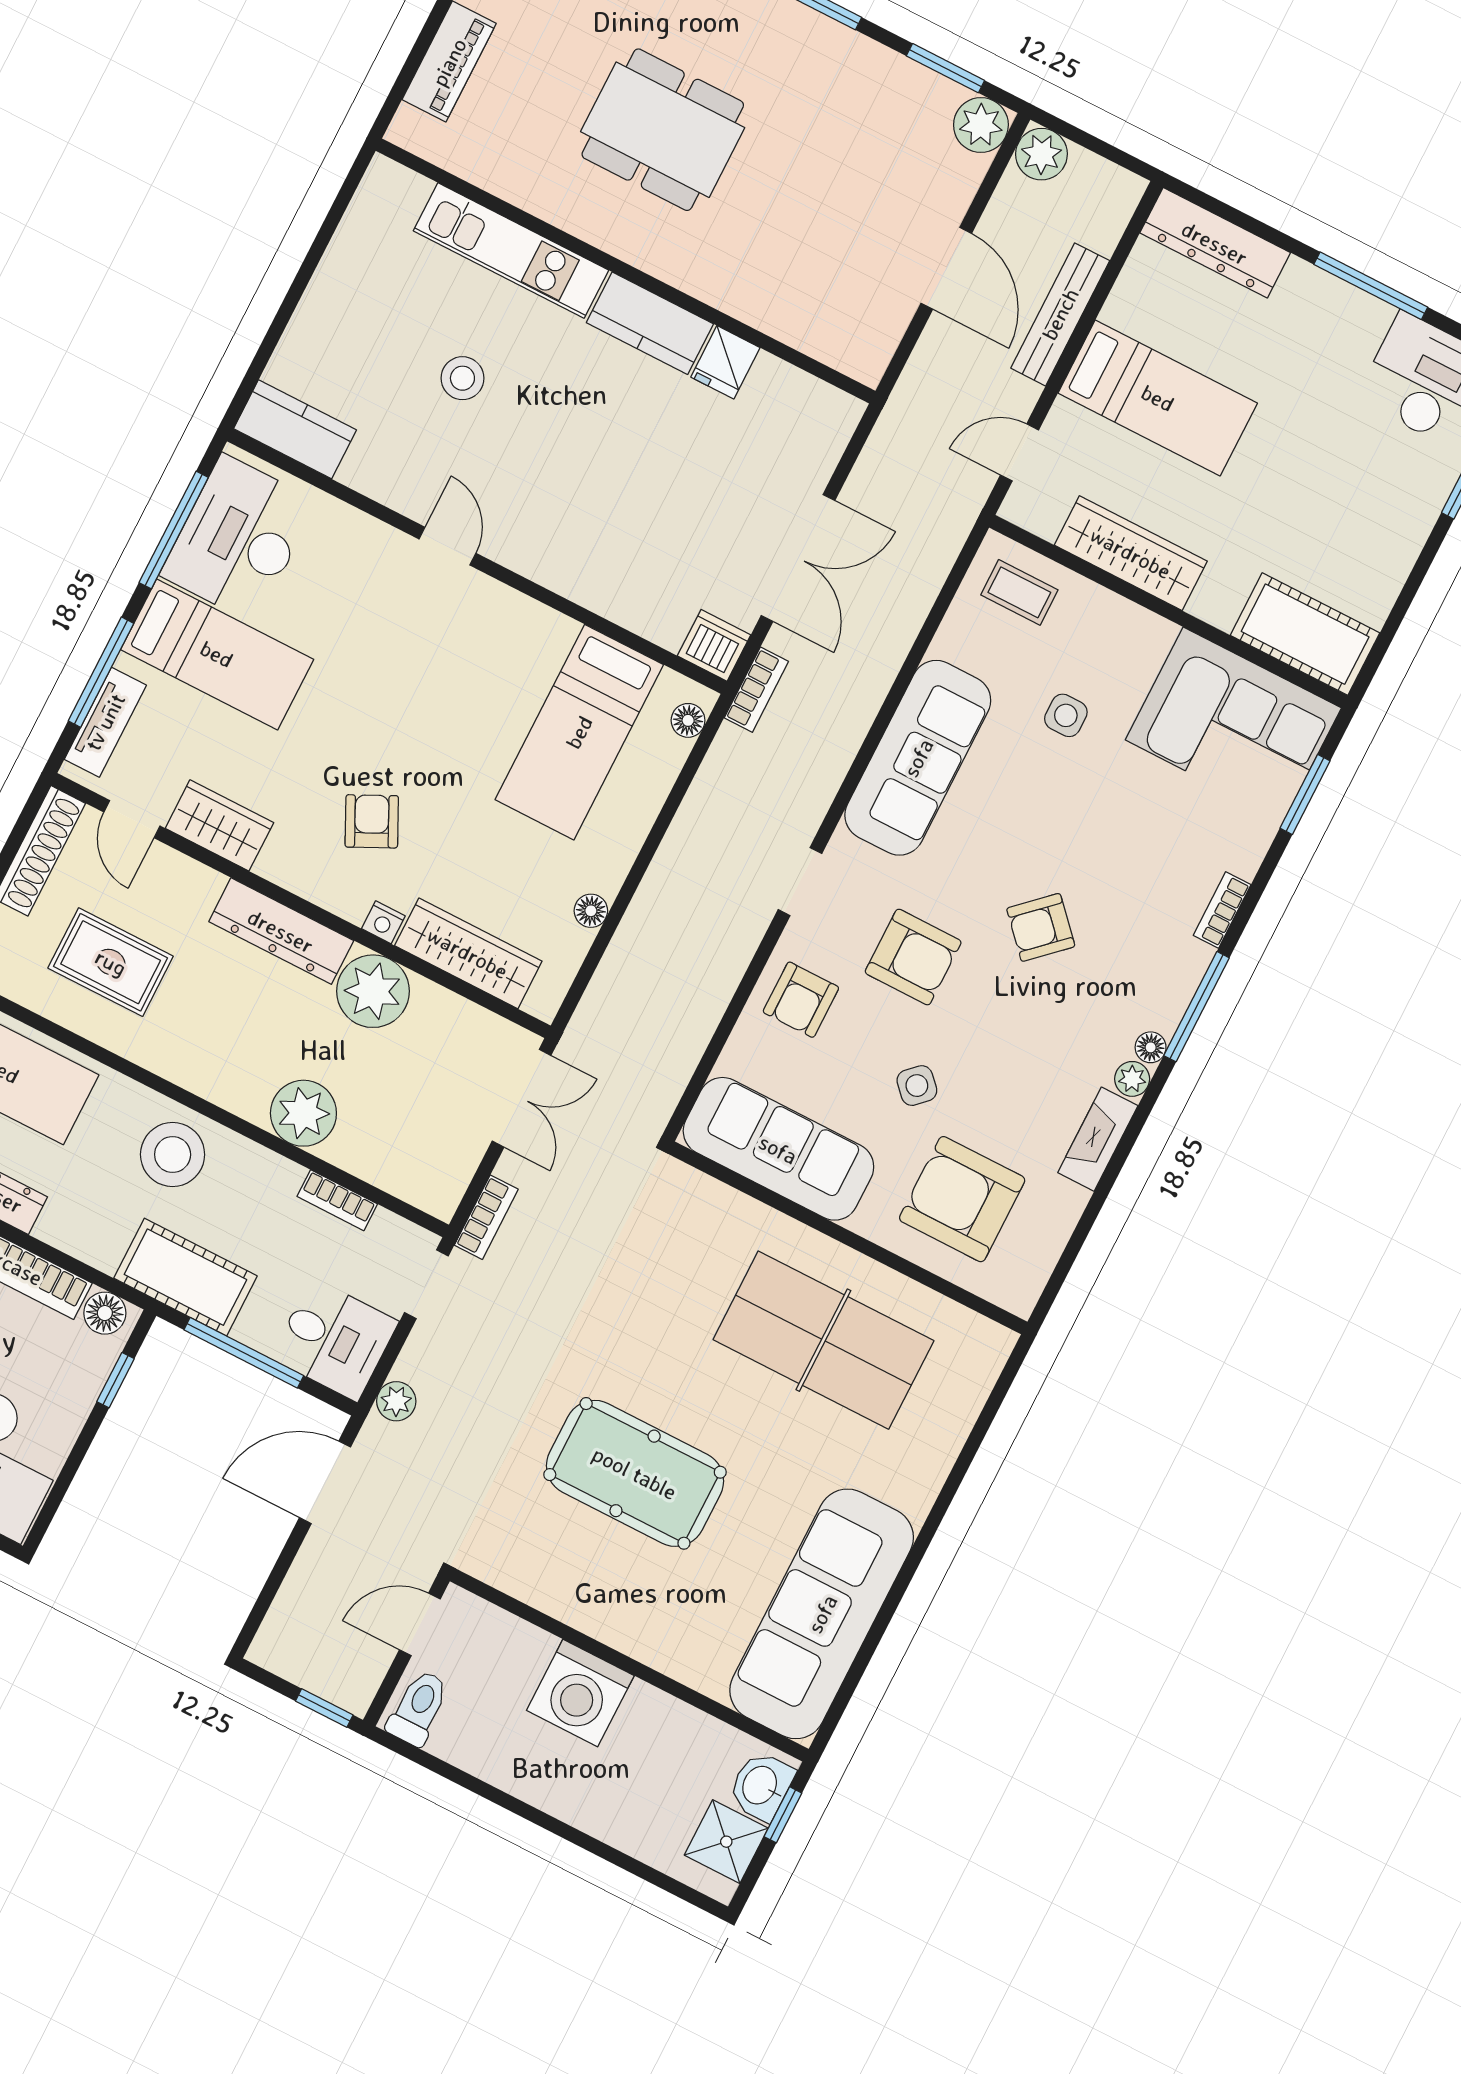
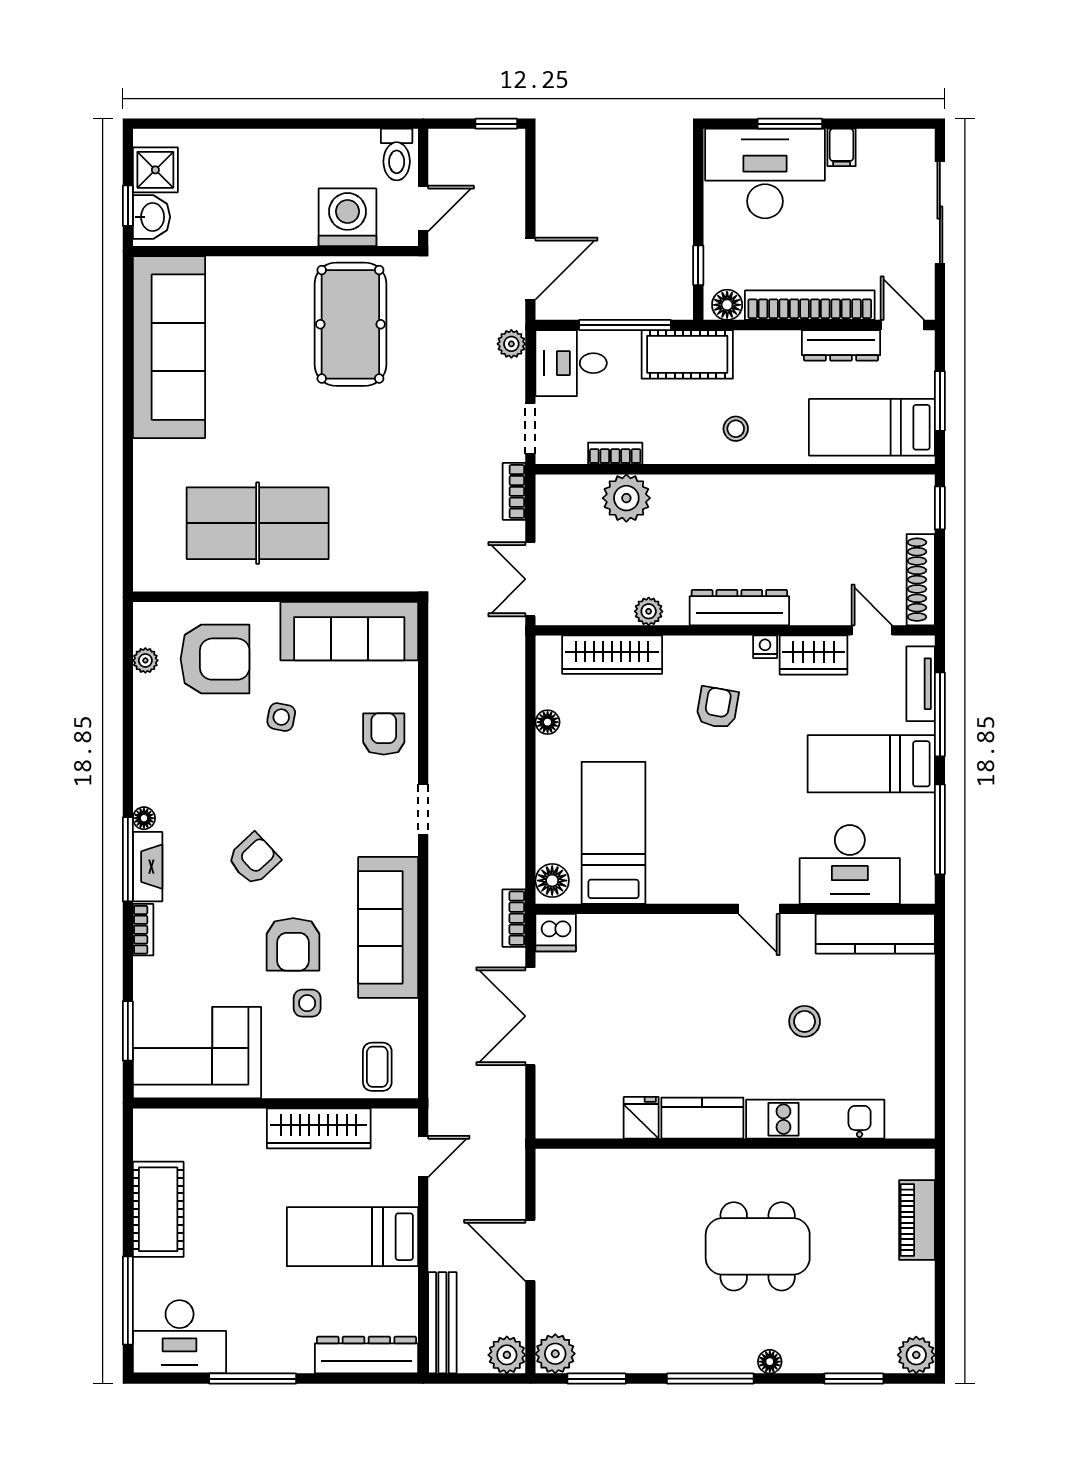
bench: (1060, 314) -> (442, 1323), moved
kitchen counter: (295, 429) -> (875, 934), width x1.50
desk: (239, 538) -> (850, 864), moved, turned 90
coffee table: (1019, 592) -> (377, 1067), turned 90
cot: (1305, 634) -> (158, 1209), moved, turned 90
floor lamp: (688, 720) -> (552, 881), width x1.37, depth x1.37
armchair: (372, 821) -> (717, 708), turned -144
nightstand: (383, 922) -> (765, 647), moved
armchair: (913, 957) -> (293, 944), moved, turned -90
rug: (111, 962) -> (839, 532), removed
plant: (373, 991) -> (649, 611), width x0.53, depth x0.53
plant: (1132, 1079) -> (145, 660), moved
side table: (917, 1086) -> (281, 717), turned -35
plant: (303, 1113) -> (626, 498), moved
fireplace: (1098, 1139) -> (148, 867), moved
stool: (173, 1155) -> (736, 429), width x0.53, depth x0.53
pool table: (635, 1473) -> (350, 324), moved, turned 90
washing machine: (580, 1693) -> (347, 217), moved
window: (324, 1708) -> (496, 124), moved

